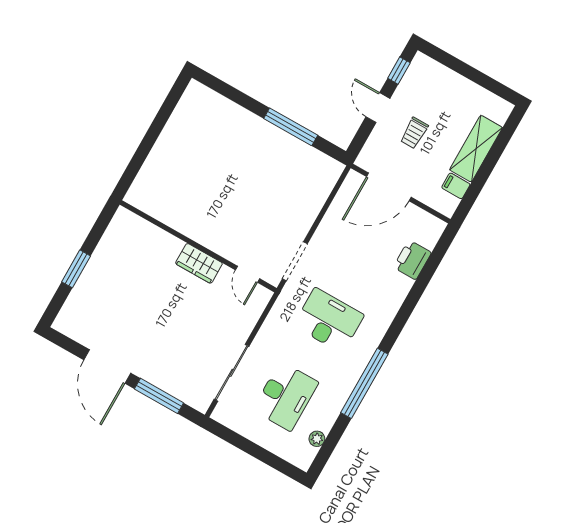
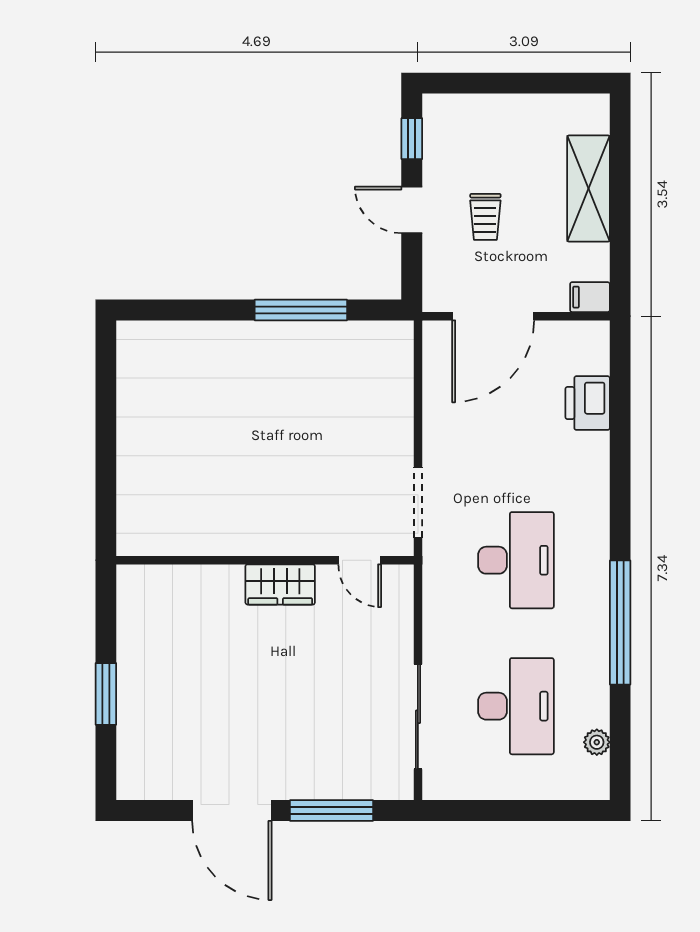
filing cabinet: (456, 186) -> (590, 297), moved
desk: (329, 320) -> (516, 560), turned 90

